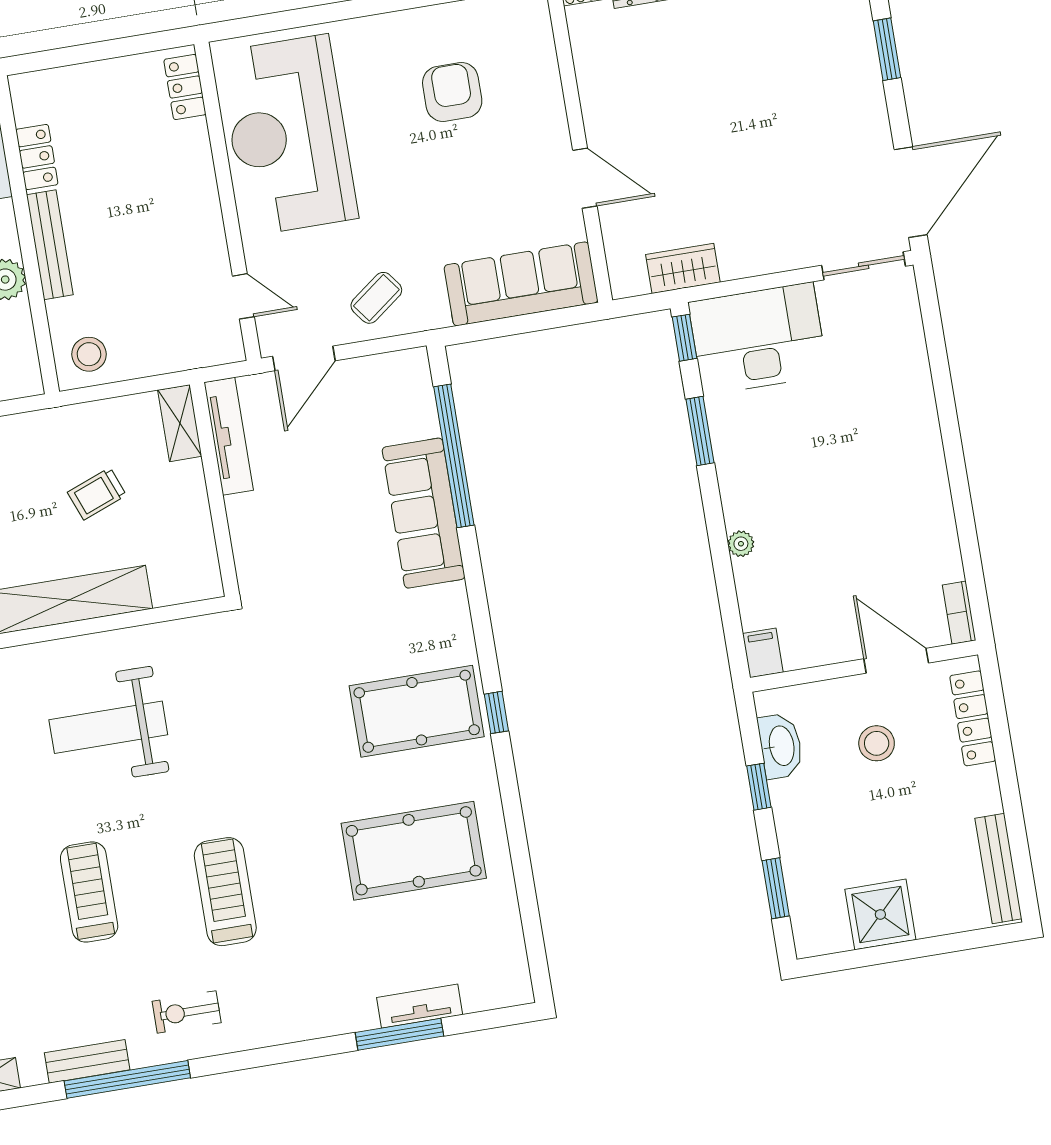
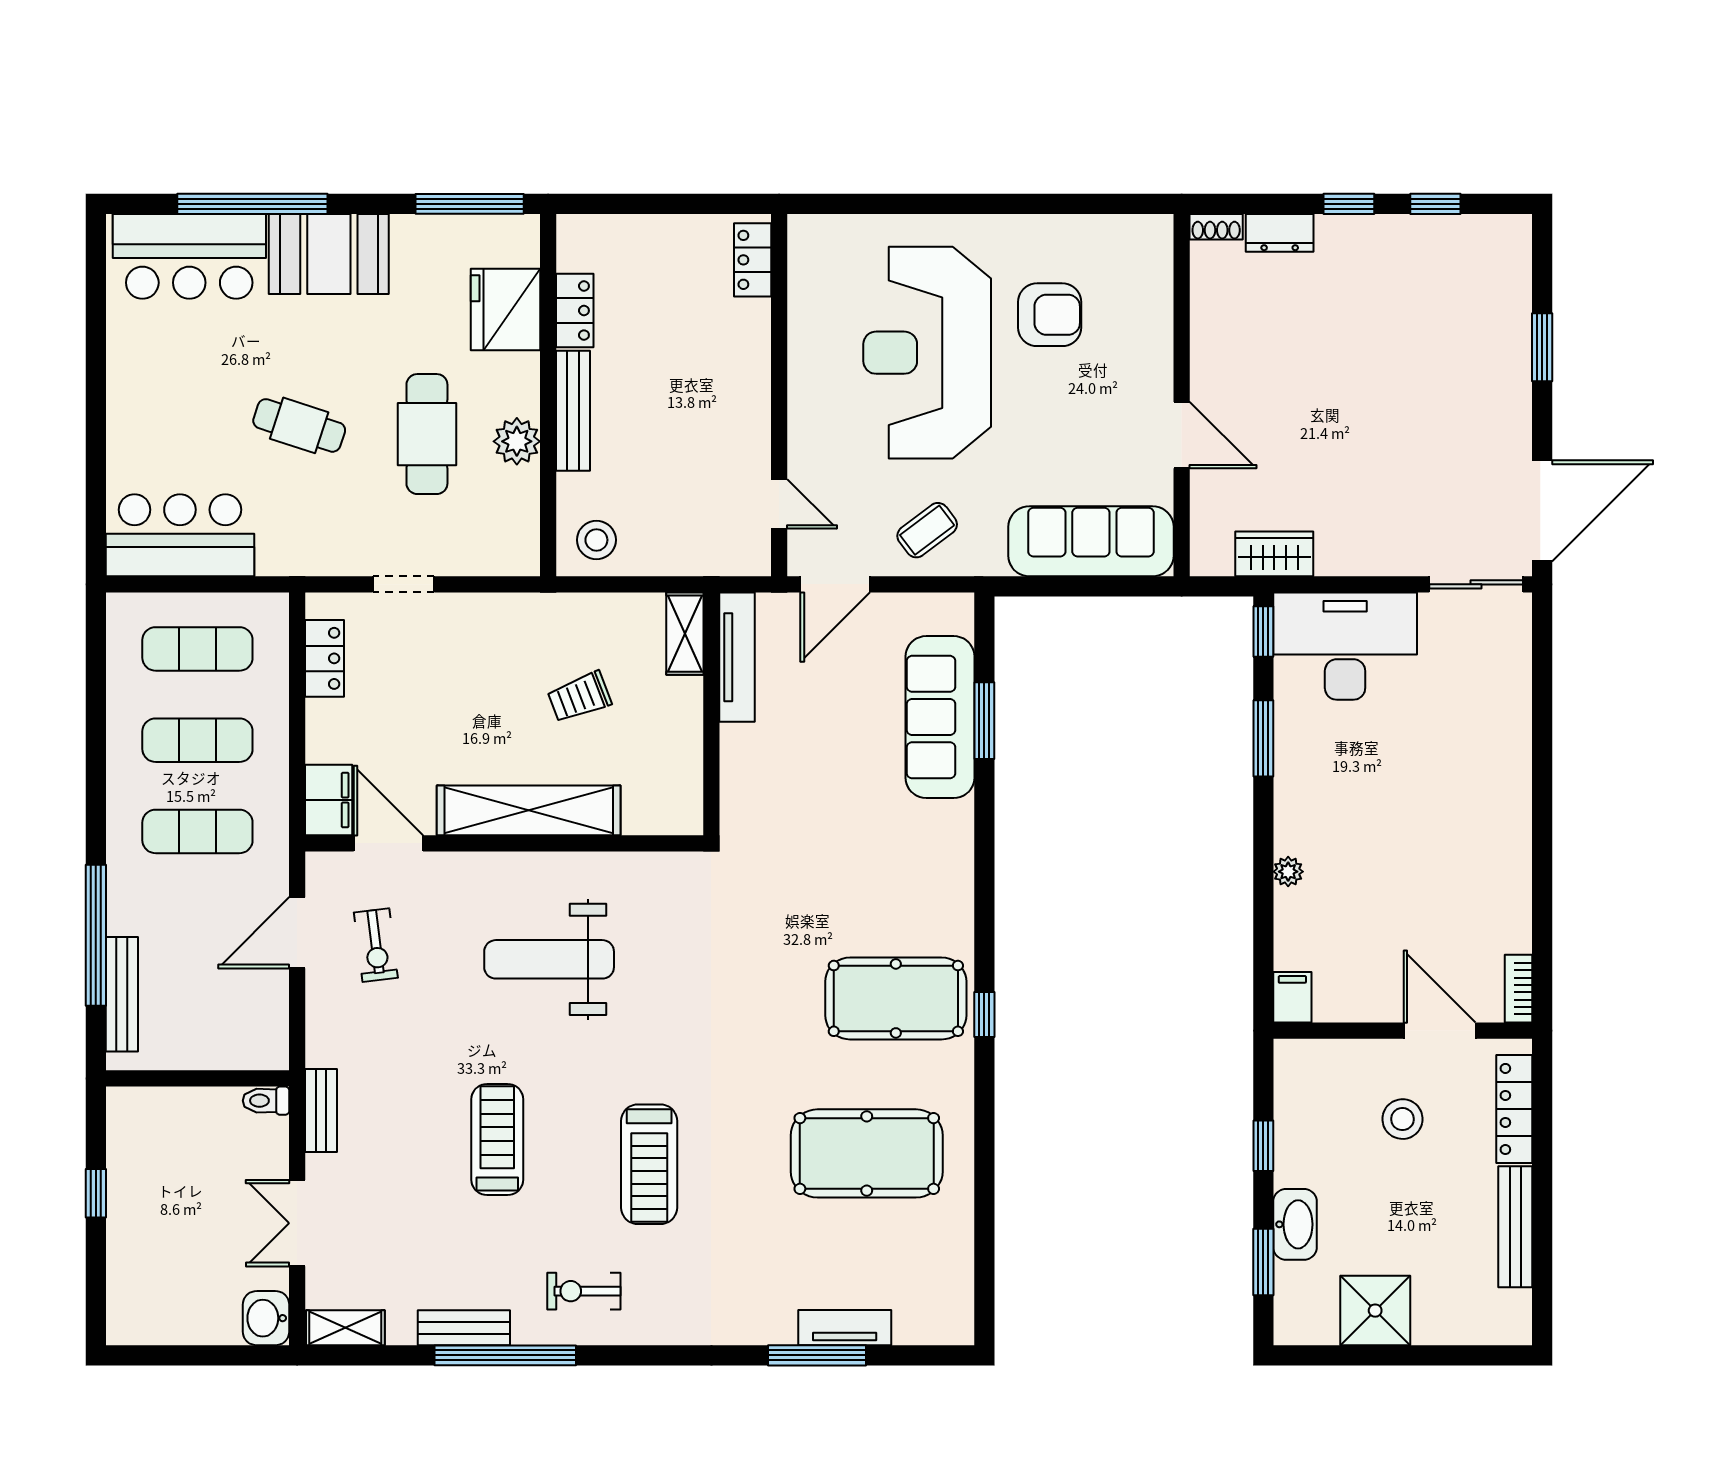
armchair: (452, 92) -> (1050, 315), turned 90
reception desk: (288, 135) -> (927, 353), moved
window: (454, 456) -> (984, 721), width x0.47
sofa: (424, 513) -> (940, 717), moved
washbasin: (781, 746) -> (1295, 1224), moved
bench: (998, 869) -> (1515, 1227), moved
treadmill: (225, 892) -> (649, 1164), turned 180

